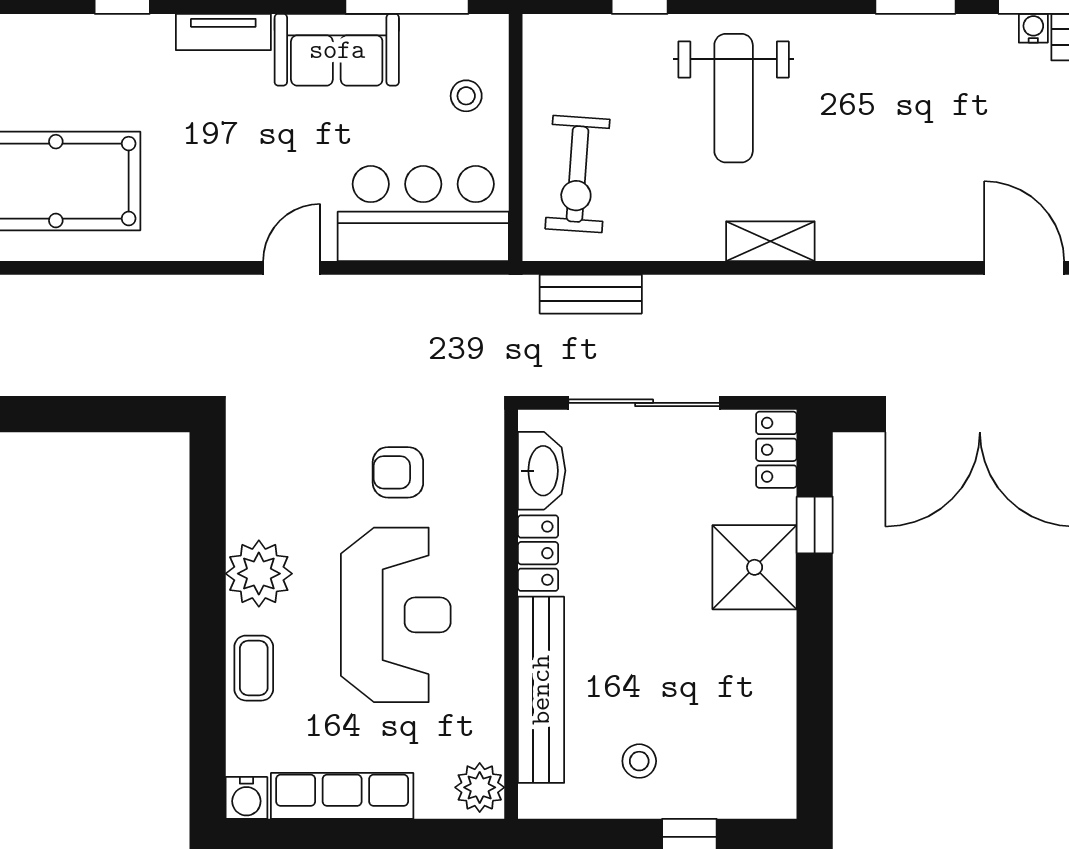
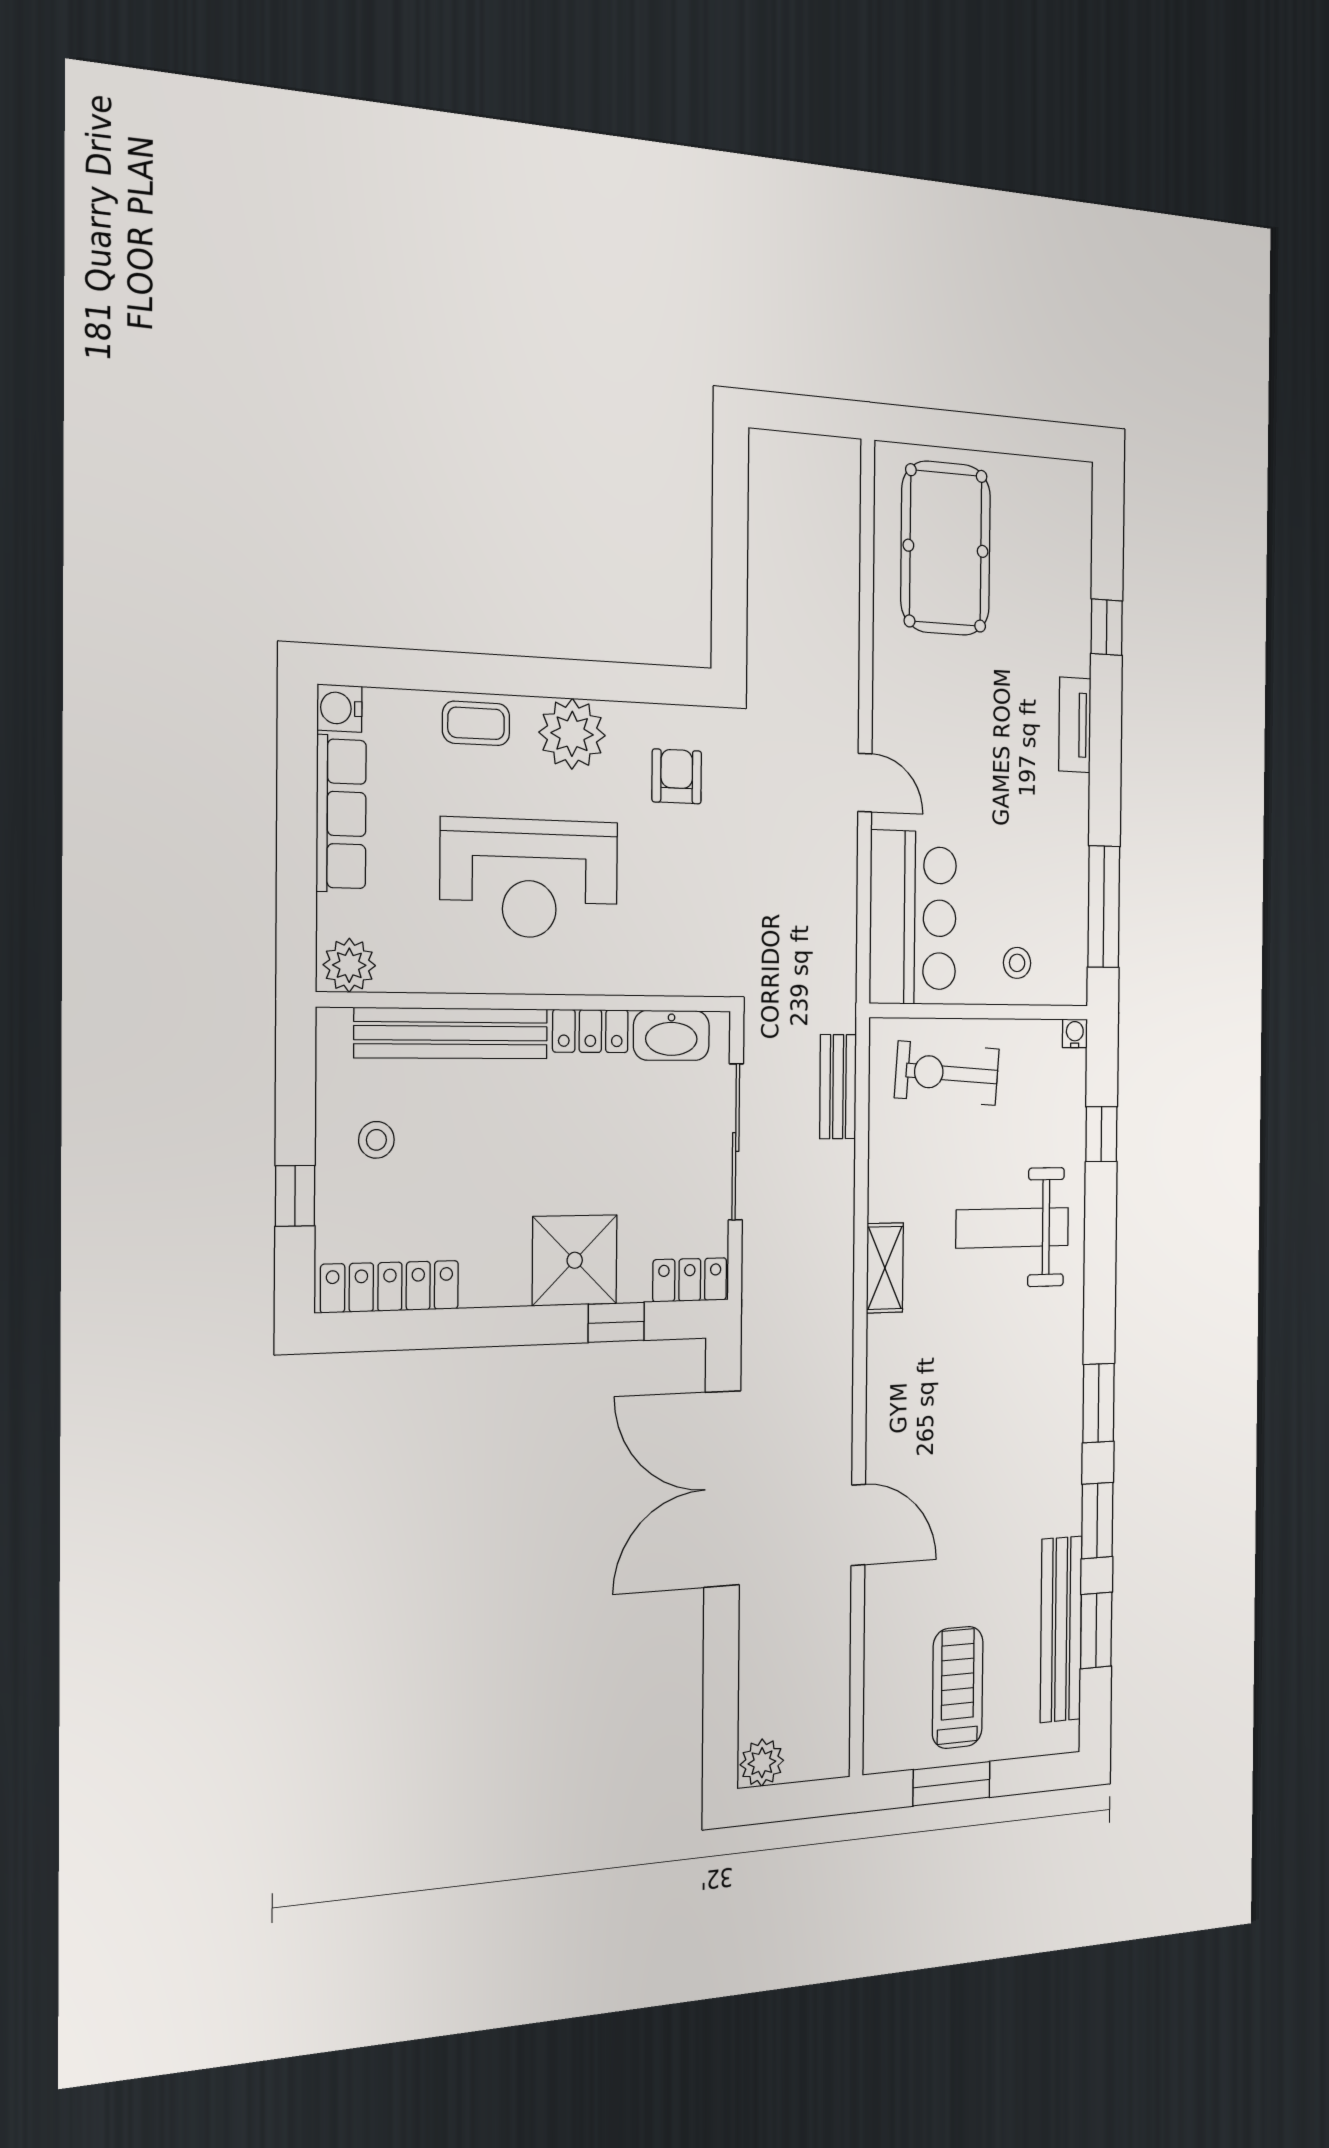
water cooler: (1033, 28) -> (1075, 1033), moved, turned -90
sofa: (337, 50) -> (1058, 836), removed
door: (1024, 268) -> (858, 1525), hinge flipped
armchair: (398, 472) -> (677, 776), moved
locker: (774, 747) -> (390, 1287), added

